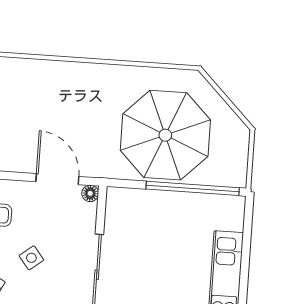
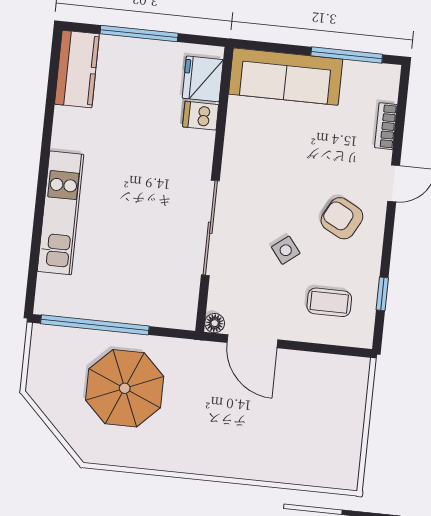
parasol: (165, 135) -> (125, 388), width x0.73, depth x0.73

